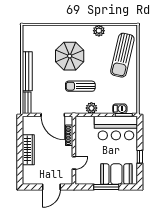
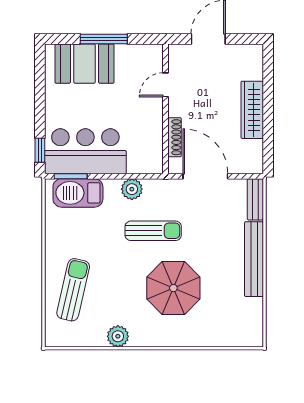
sun lounger: (122, 55) -> (73, 290), width x0.73, depth x0.75
barbecue: (120, 109) -> (78, 193), width x1.88, depth x1.53
window: (140, 157) -> (40, 150), moved

